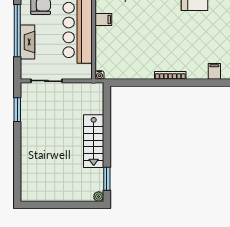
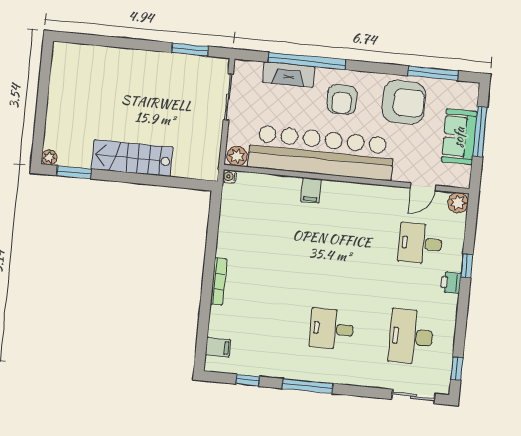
plant: (85, 71) -> (237, 156), added

